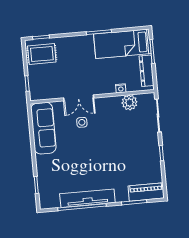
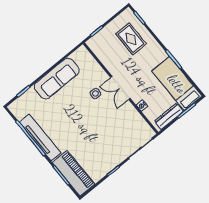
rug: (42, 54) -> (131, 39), moved
double door: (79, 98) -> (120, 88), moved
plant: (129, 102) -> (136, 120), removed
sofa: (43, 128) -> (57, 79), moved
piano: (146, 192) -> (74, 173), width x1.37, depth x1.33

